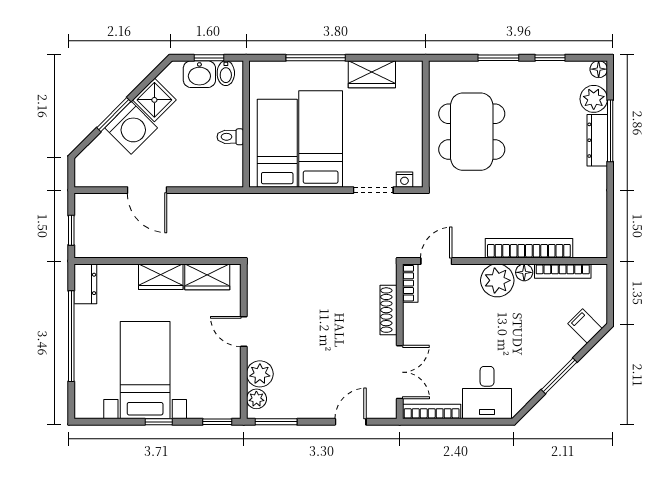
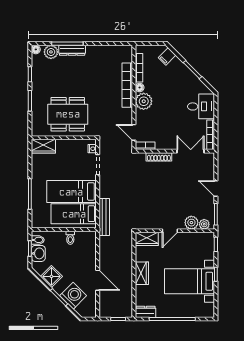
wardrobe: (372, 74) -> (43, 146), moved, turned 90
washing machine: (131, 128) -> (73, 296), moved
door: (147, 190) -> (98, 280), hinge flipped
bench: (271, 203) -> (104, 217), added
wardrobe: (207, 277) -> (147, 239), moved, turned 90
door: (351, 422) -> (216, 189), moved

